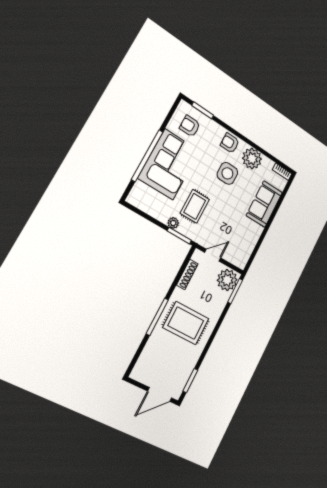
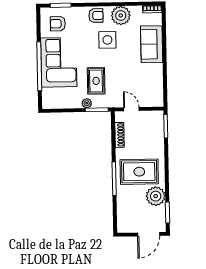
armchair: (230, 143) -> (96, 15), turned 180
door: (213, 255) -> (131, 109), hinge flipped
plant: (227, 280) -> (156, 196), moved

